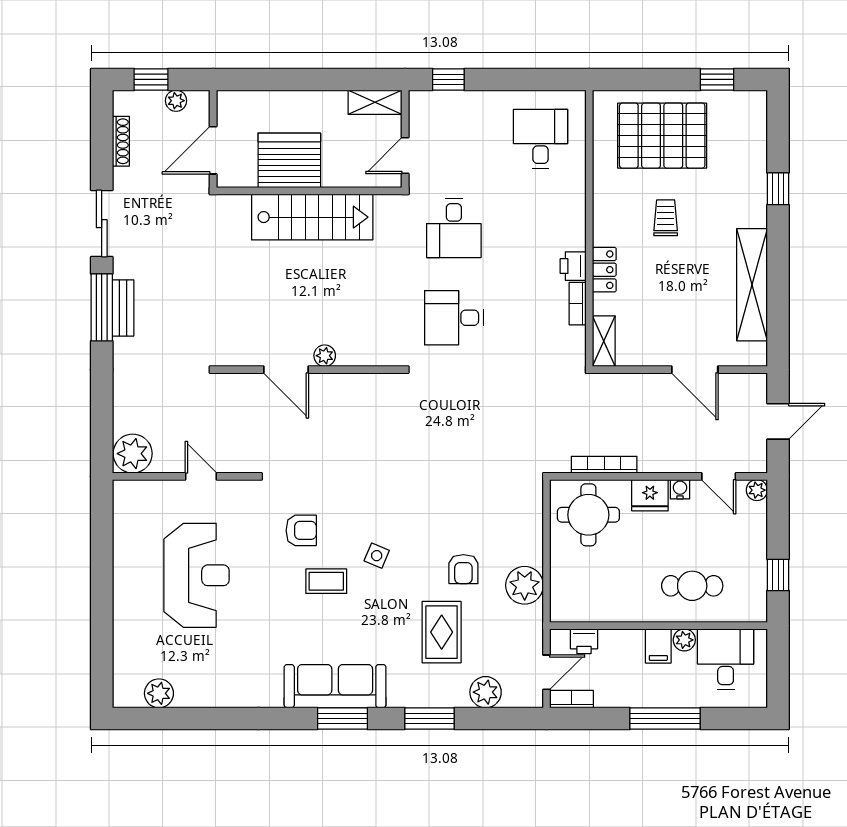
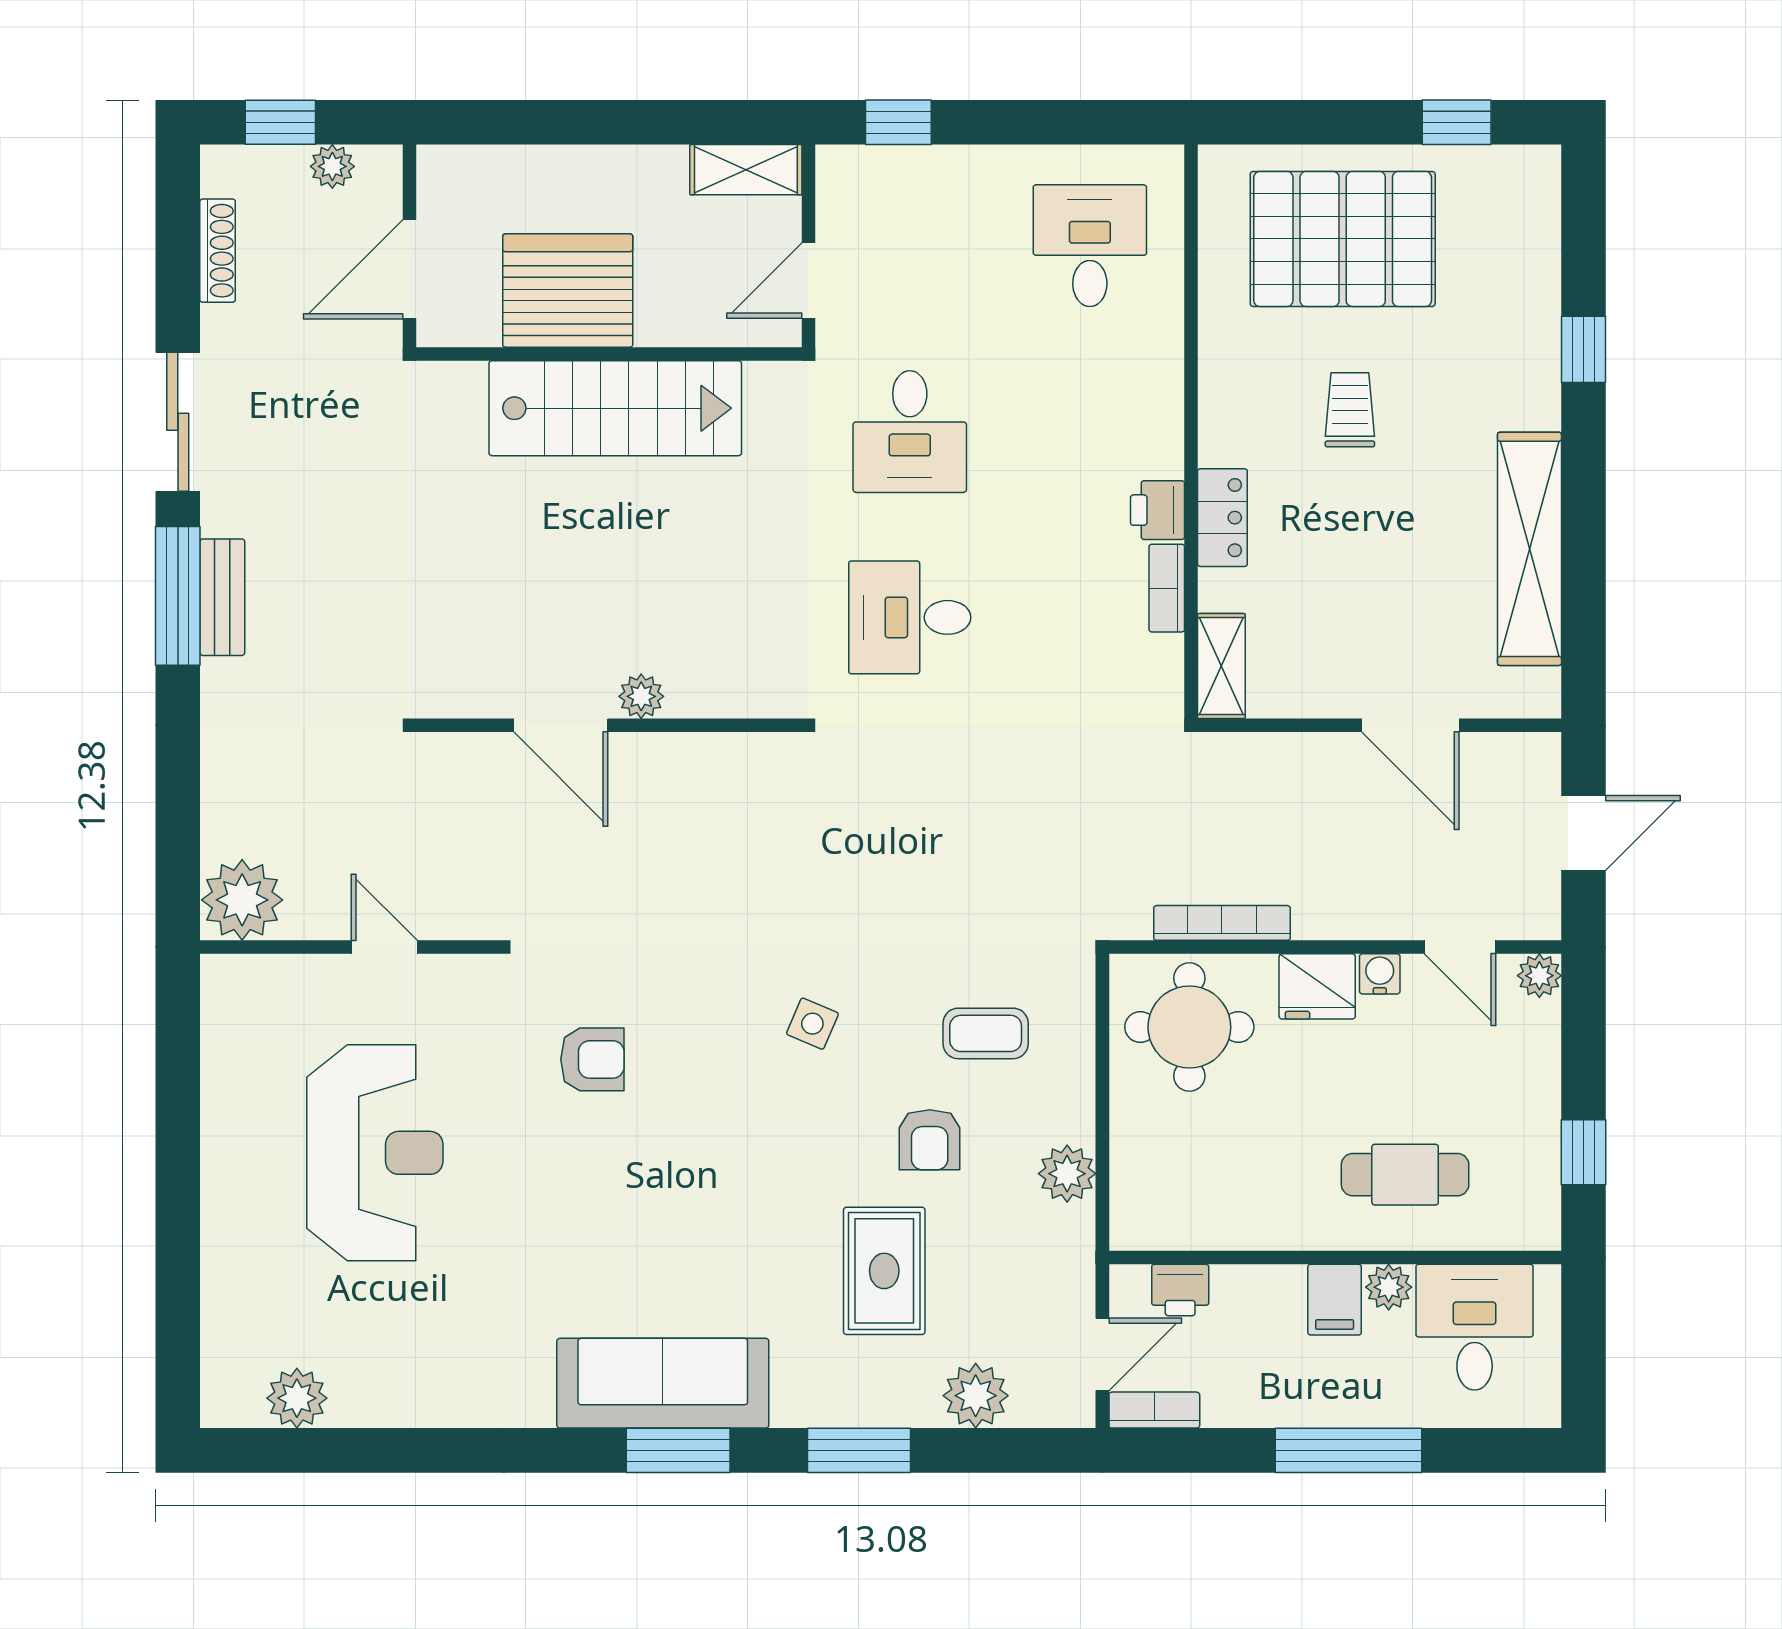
side table: (377, 556) -> (812, 1024), moved
coffee table: (326, 581) -> (986, 1033), moved
plant: (525, 585) -> (1067, 1174), width x0.73, depth x0.73

